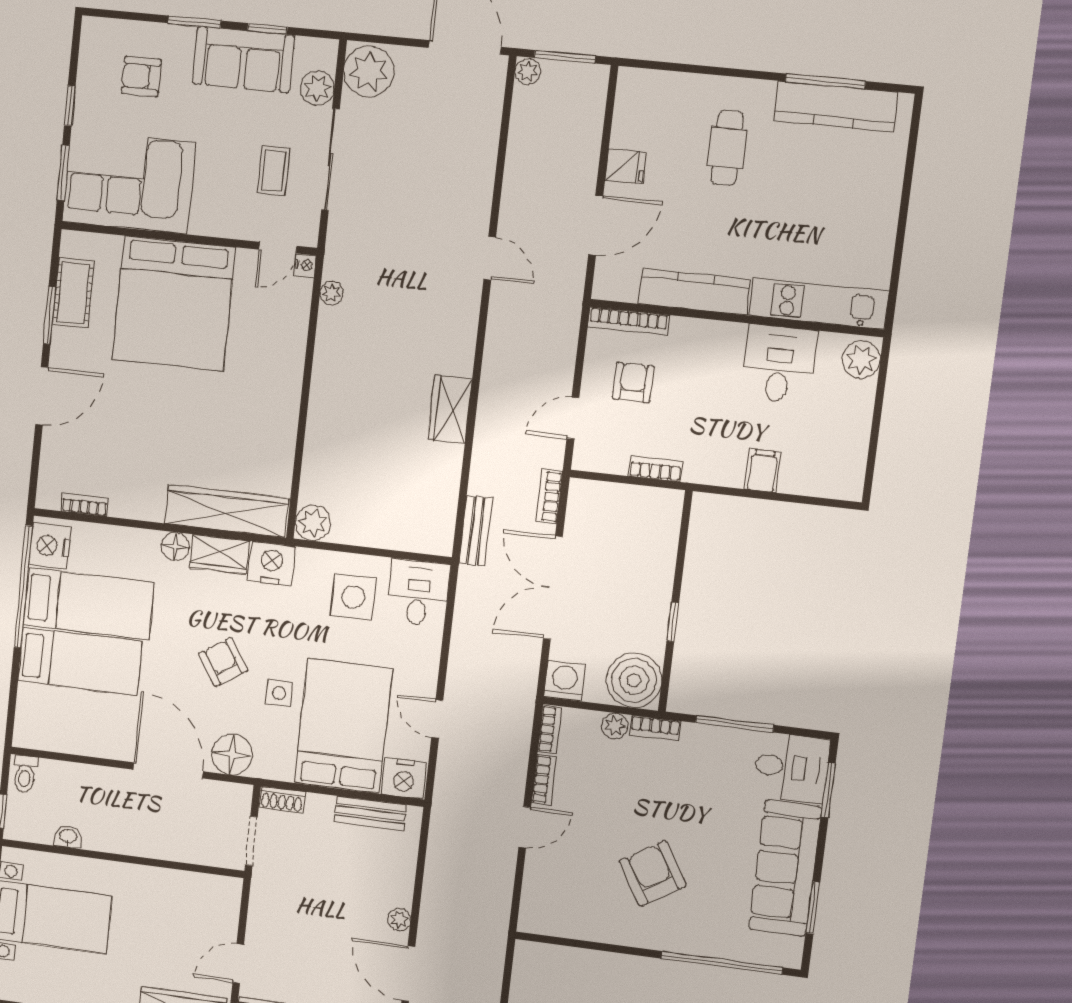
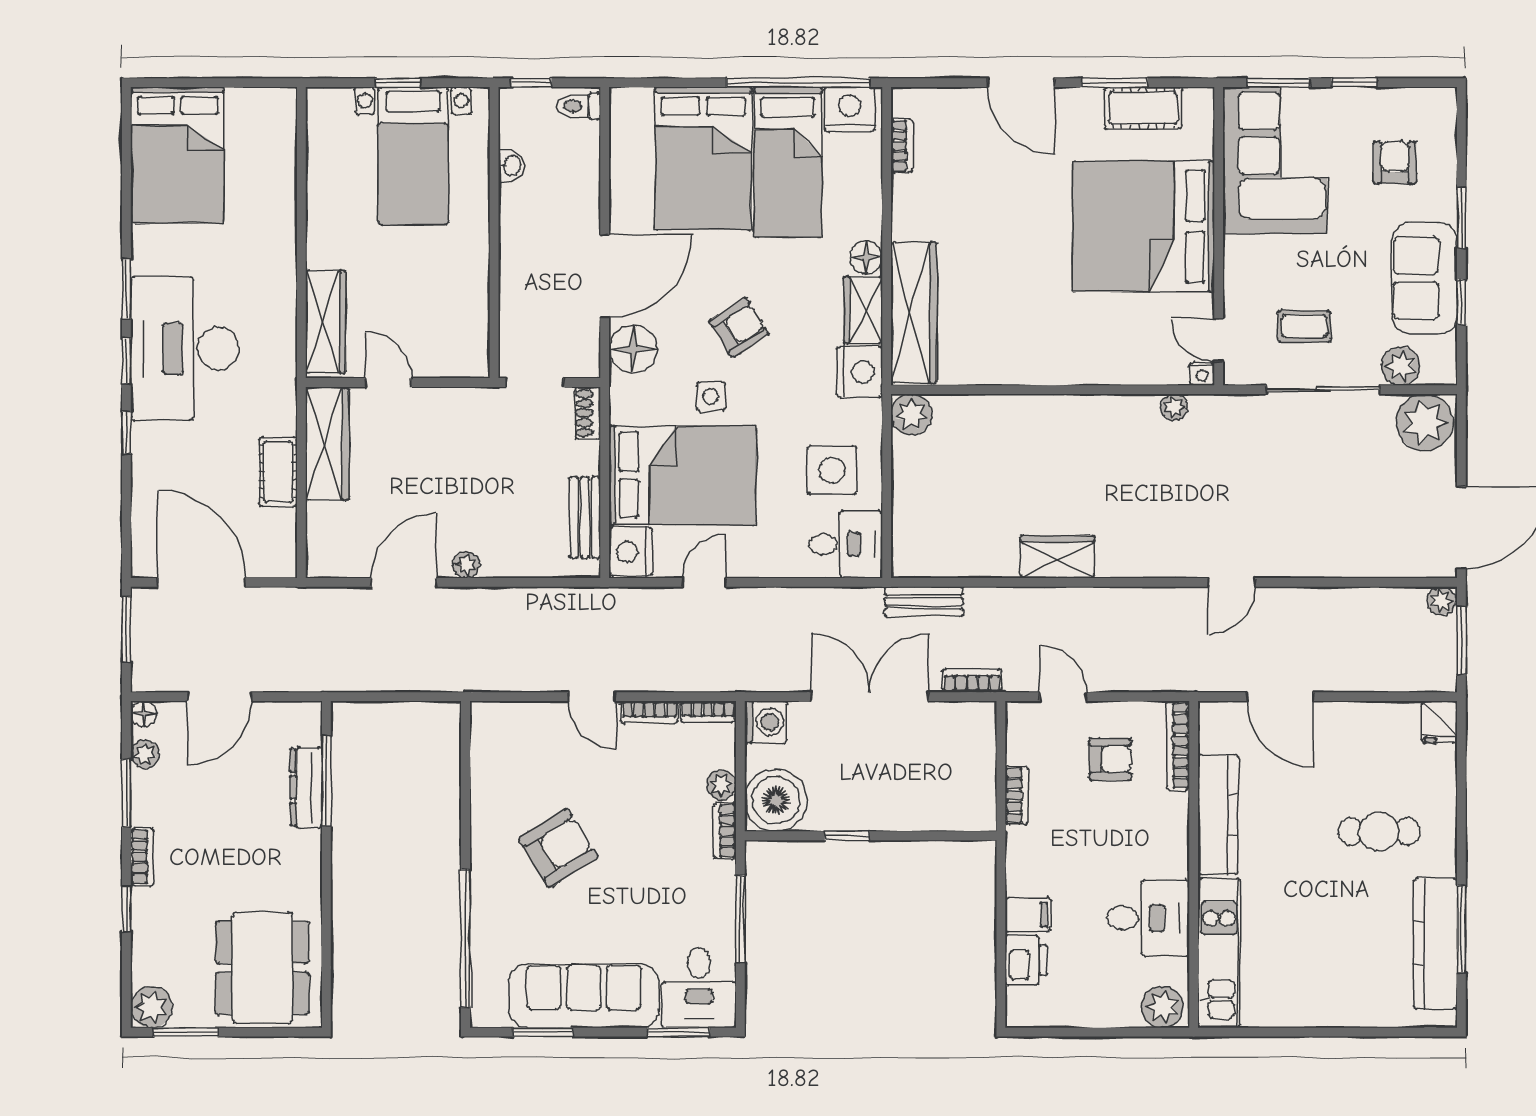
fridge: (625, 166) -> (1439, 722), moved
printer: (803, 477) -> (1026, 960), added
bed: (80, 661) -> (703, 158), width x1.50

